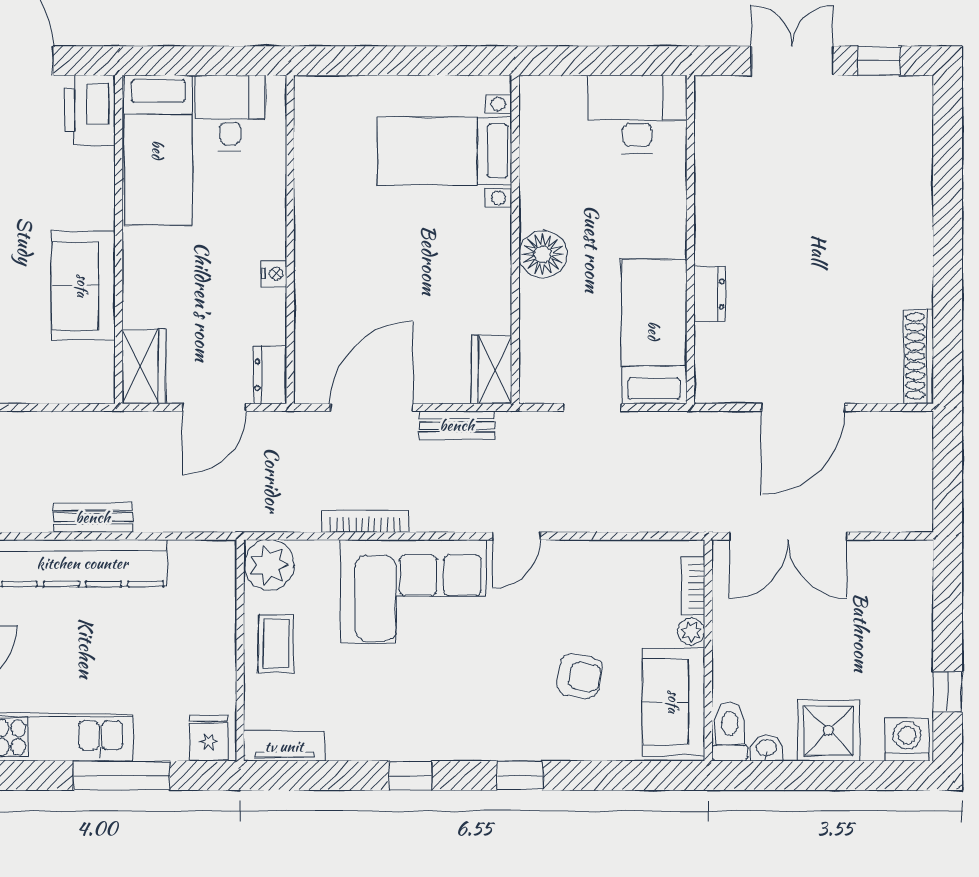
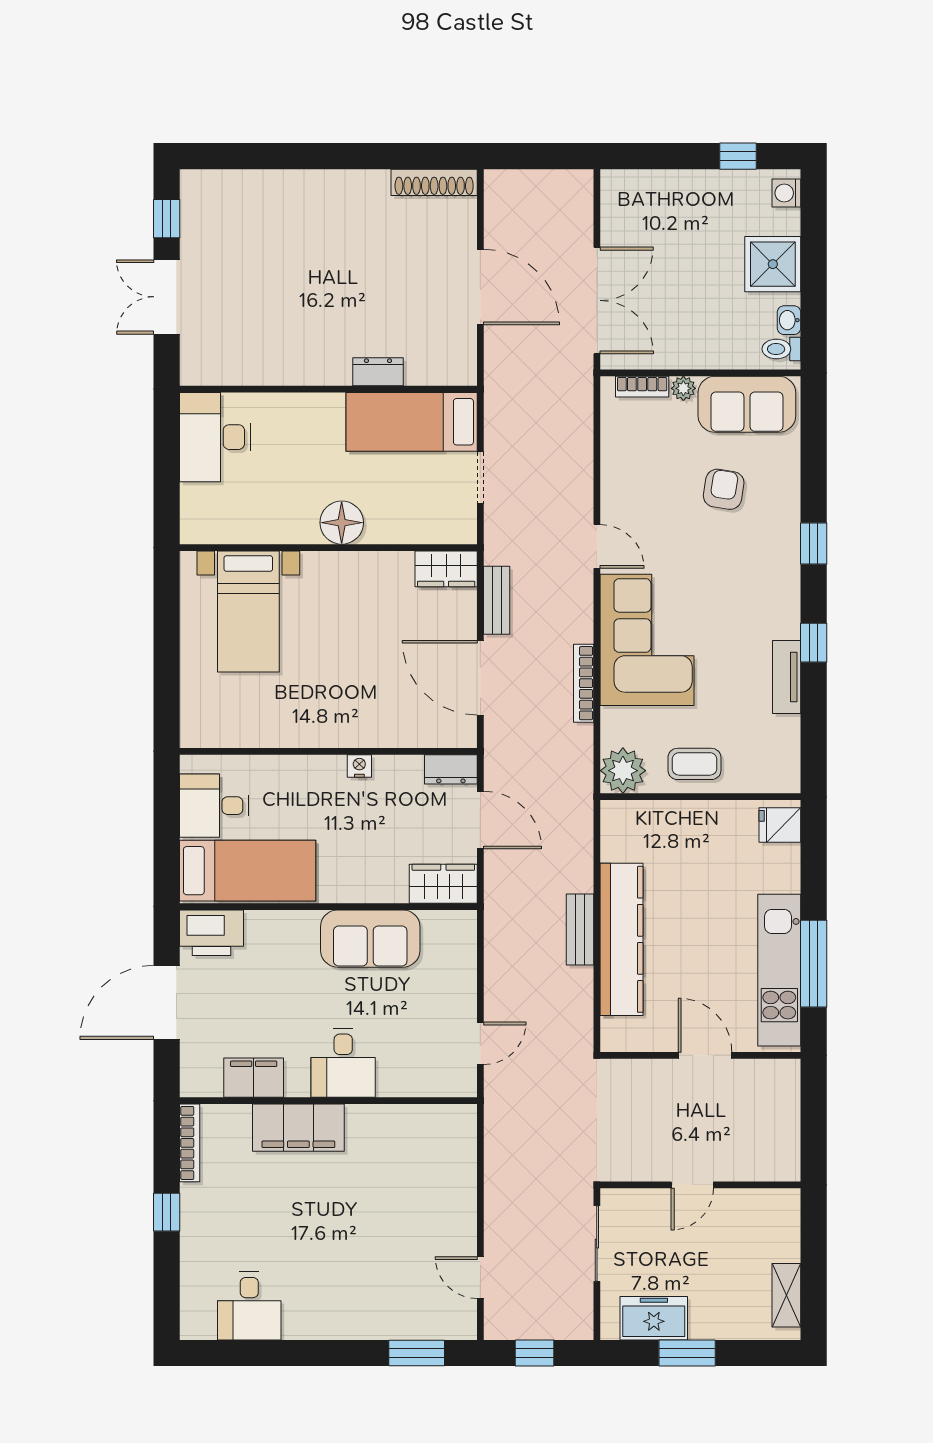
toilet: (730, 732) -> (781, 349), width x0.73, depth x0.72
washing machine: (907, 740) -> (786, 193), width x0.73, depth x0.73
tv unit: (284, 746) -> (787, 677), moved
window: (122, 775) -> (814, 964), moved

